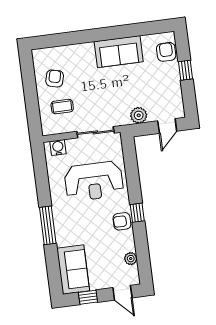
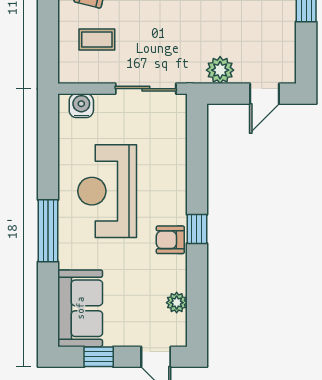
reception desk: (94, 181) -> (107, 191), moved, turned 90

